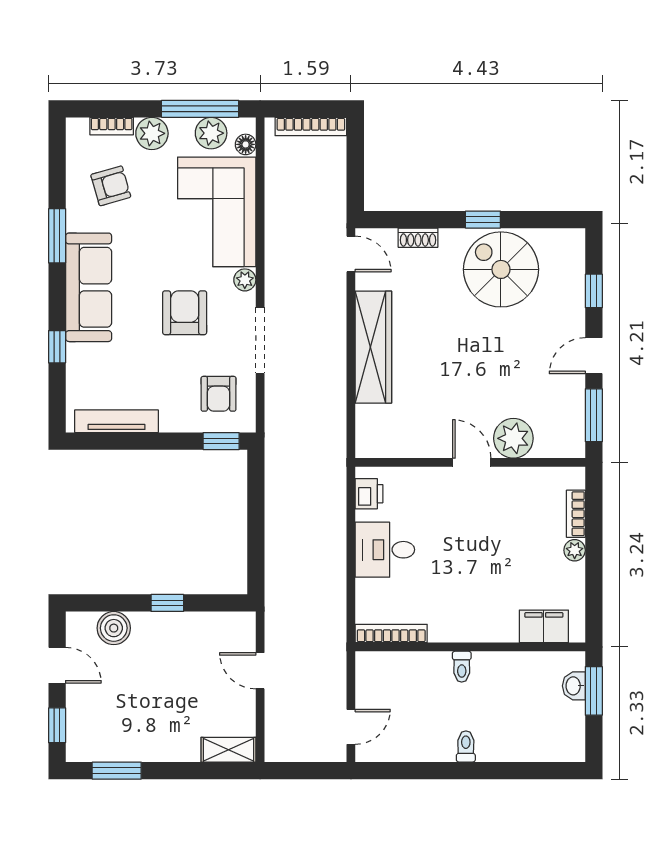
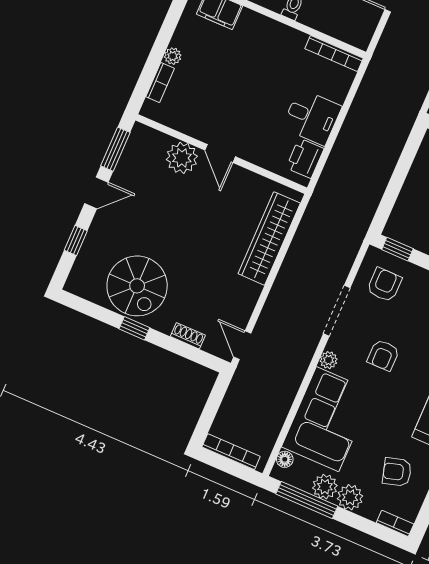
bookcase: (112, 126) -> (395, 523), moved
plant: (211, 133) -> (325, 487), moved
armchair: (185, 313) -> (383, 355), width x0.72, depth x0.72
wardrobe: (373, 347) -> (269, 238), moved
printer: (369, 494) -> (305, 158), width x1.36, depth x1.24

